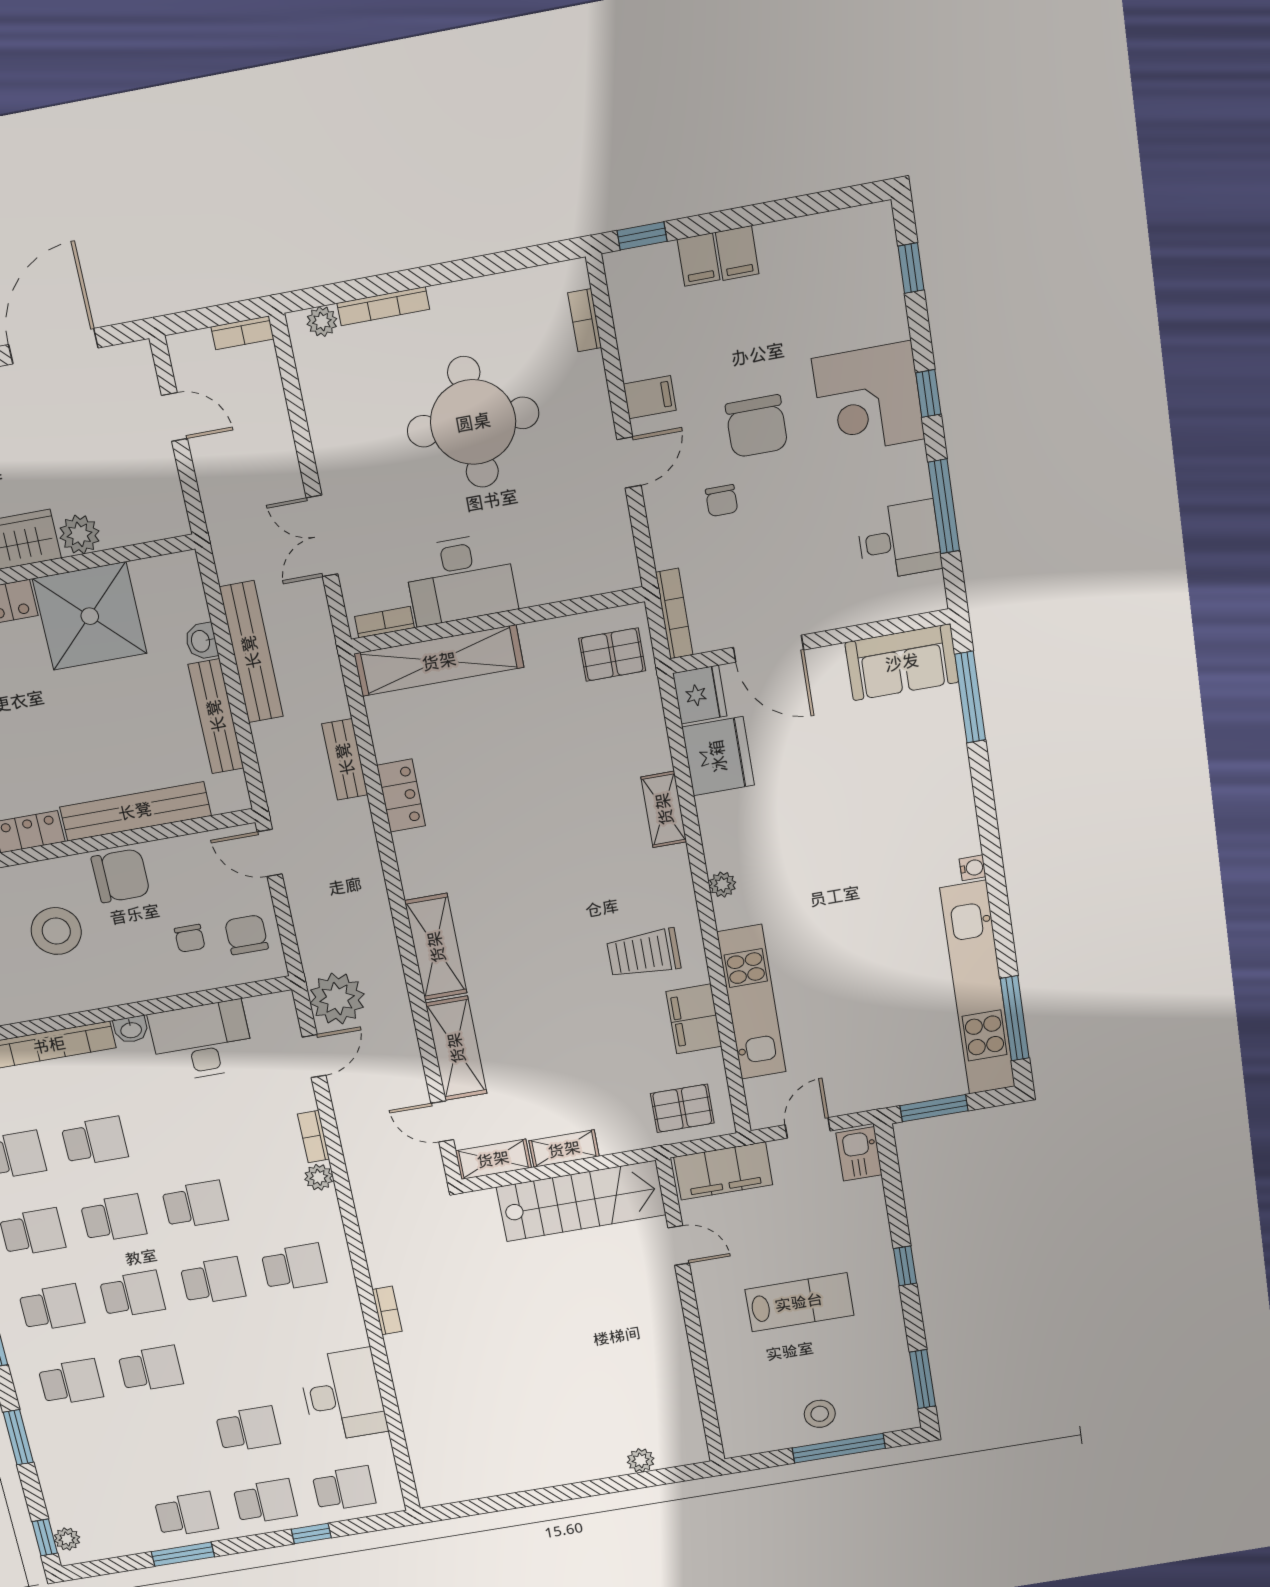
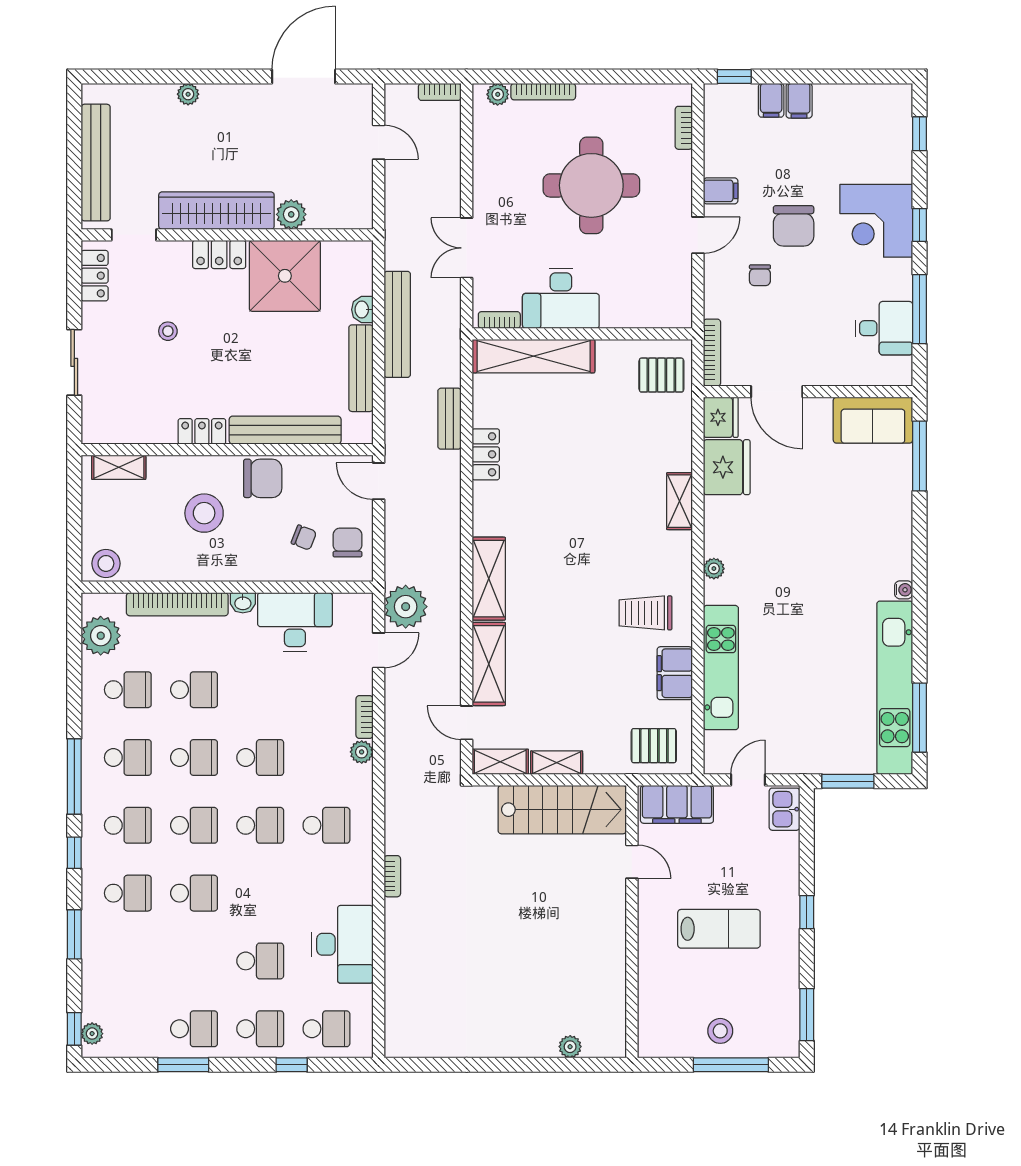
chair: (190, 938) -> (304, 538), turned -69

